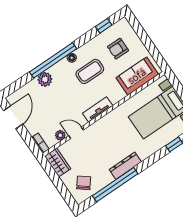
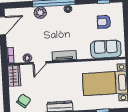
coffee table: (90, 71) -> (75, 26), removed
door: (76, 133) -> (39, 63), swing flipped

